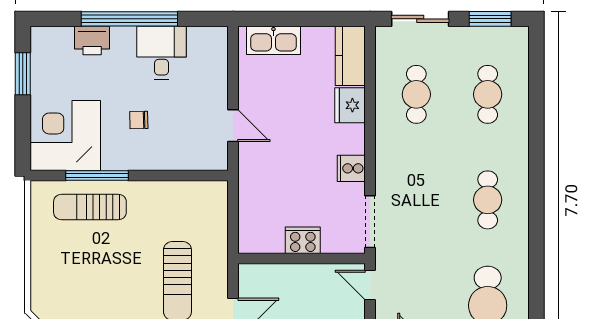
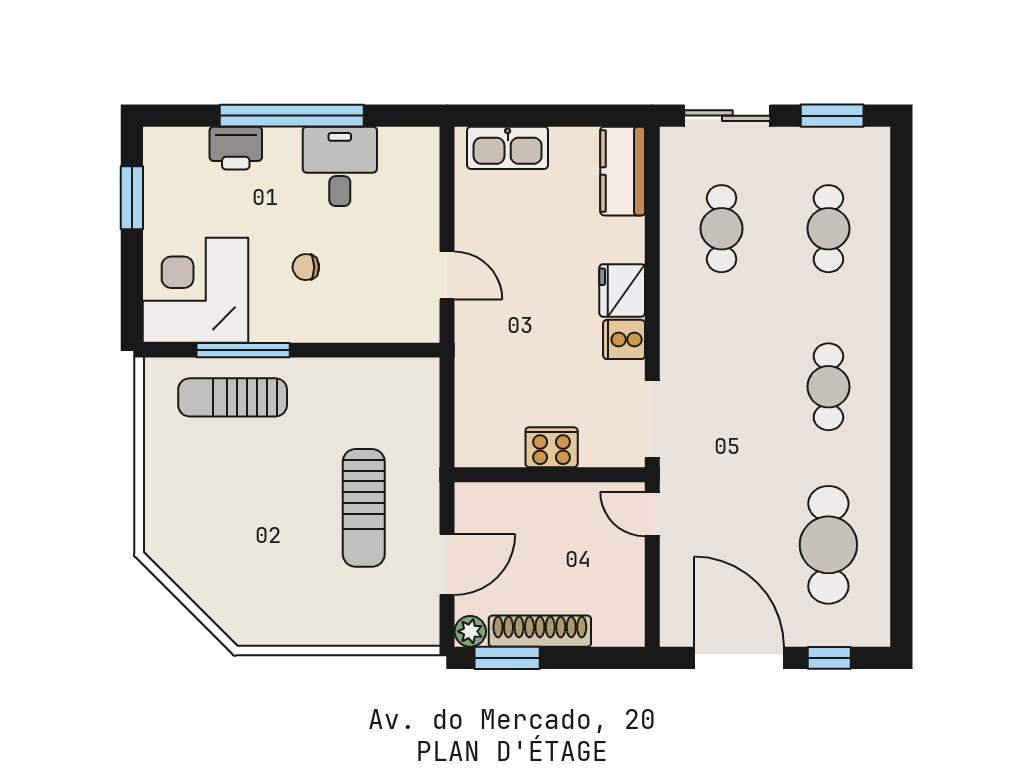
fridge: (350, 105) -> (622, 290), moved

